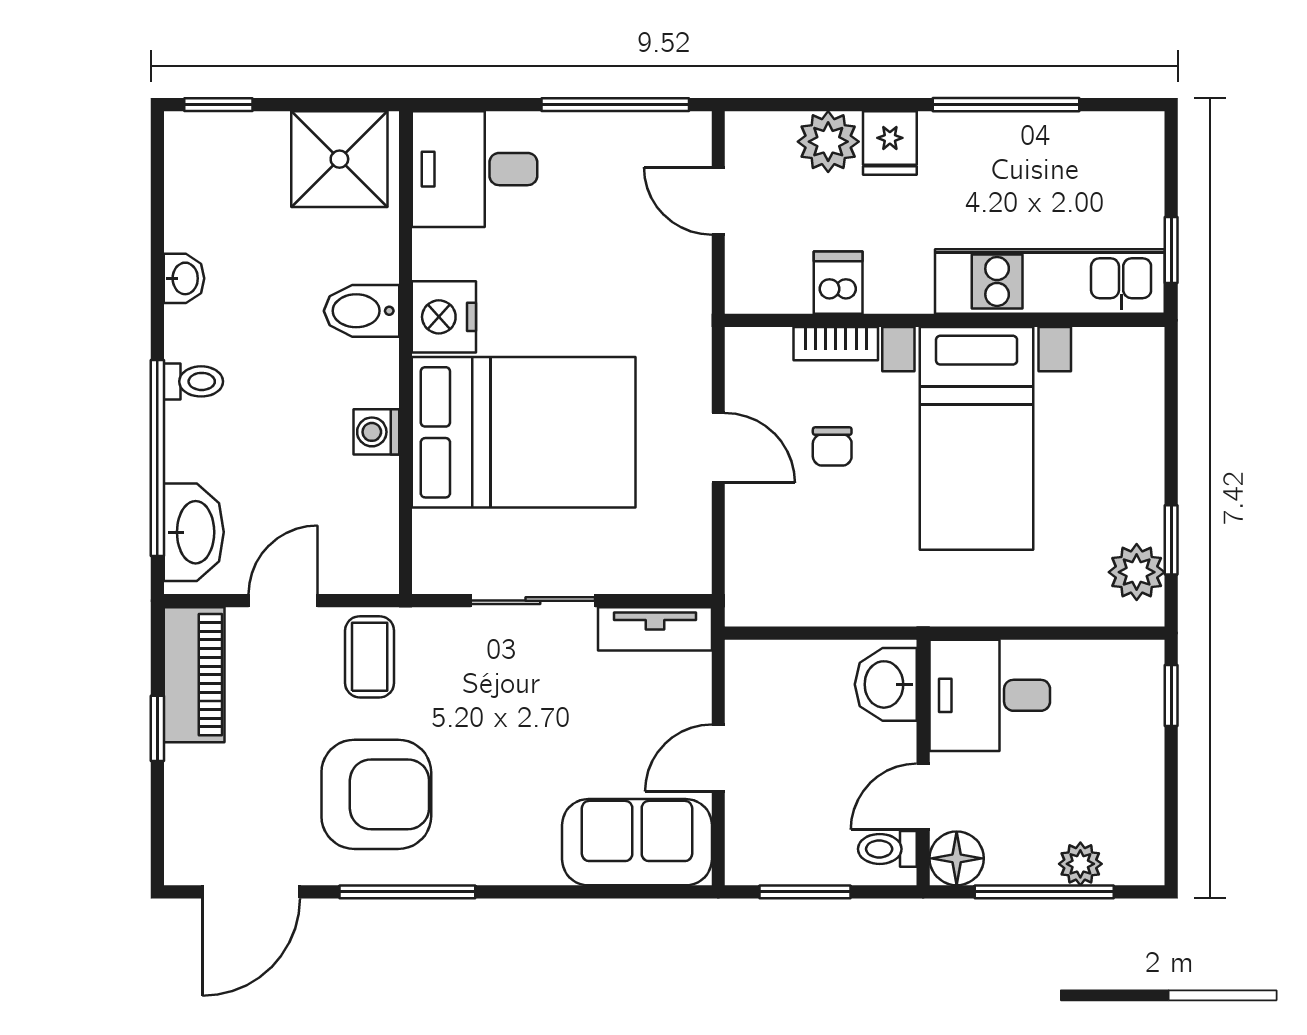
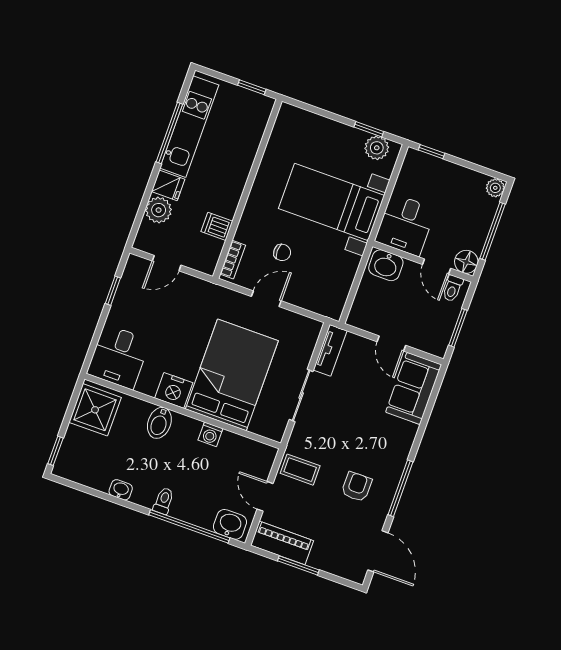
window: (615, 105) -> (113, 291), width x0.46
kitchen unit: (1050, 281) -> (189, 127), moved, turned 180
bookcase: (836, 344) -> (233, 260), moved
bed with nightstands: (977, 438) -> (331, 202), moved, turned 180
washbasin: (194, 532) -> (230, 524), width x0.72
window: (157, 728) -> (298, 565), width x1.50
armchair: (376, 794) -> (357, 487), width x0.53, depth x0.53
plant: (1080, 864) -> (495, 188), moved

